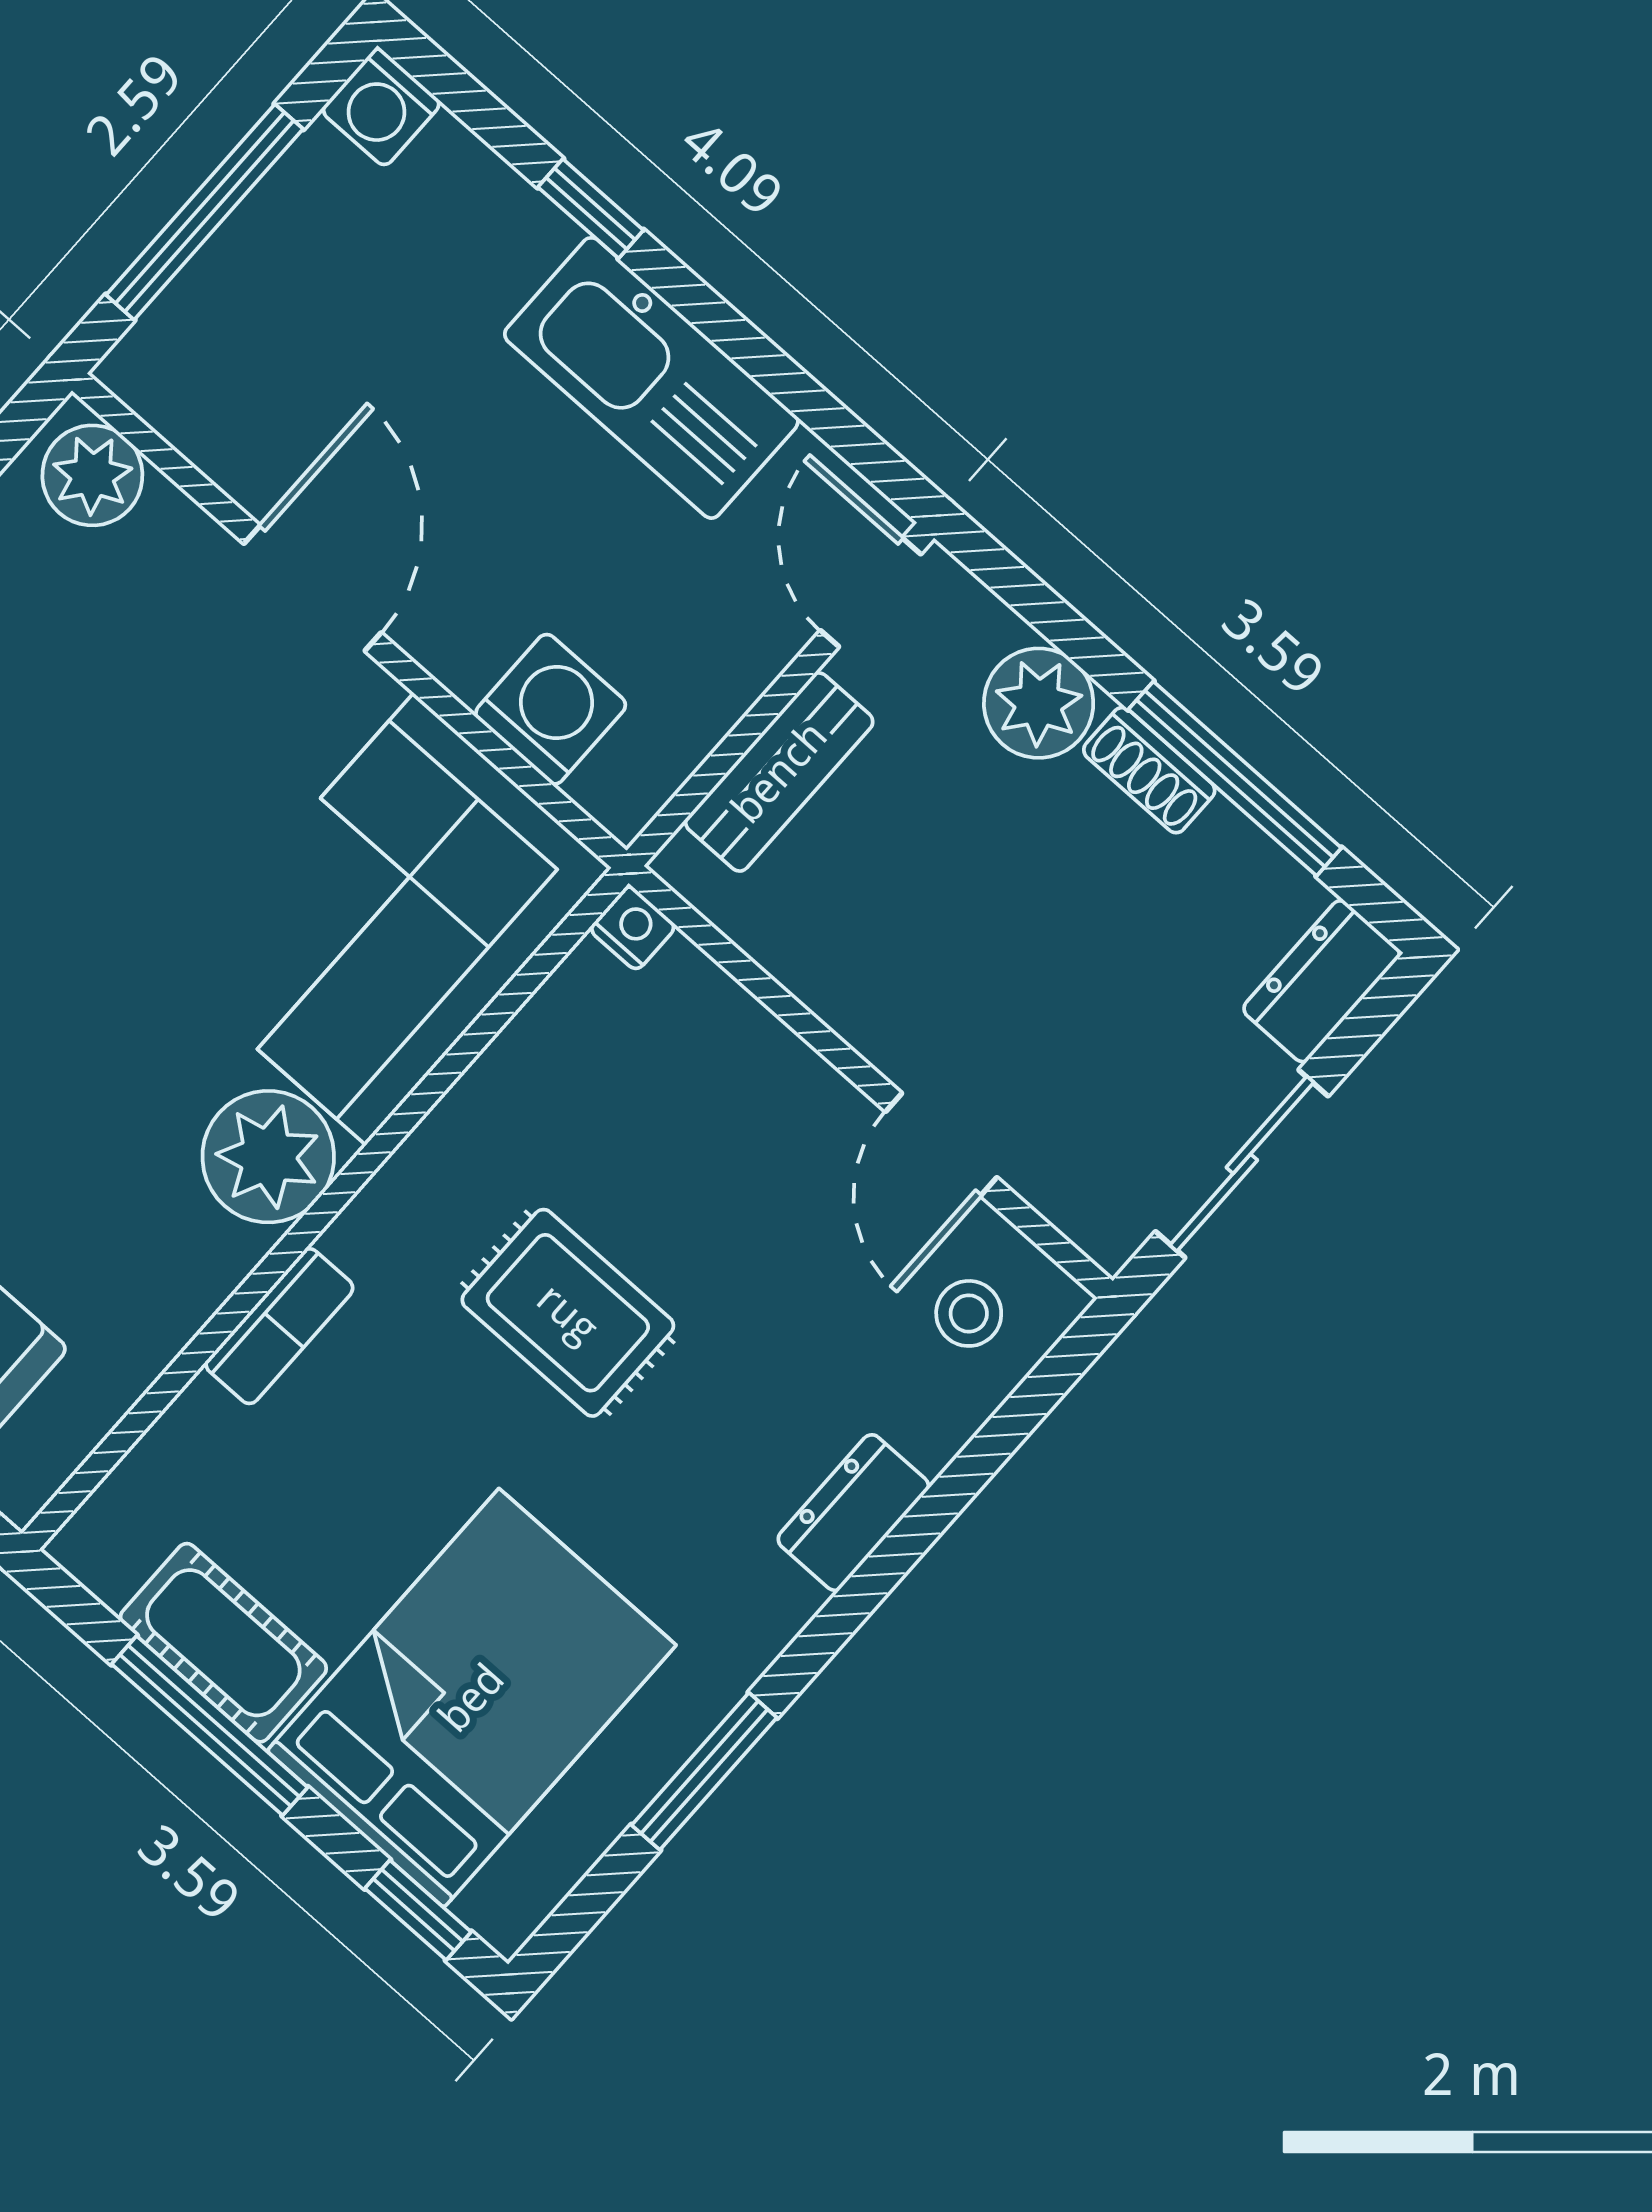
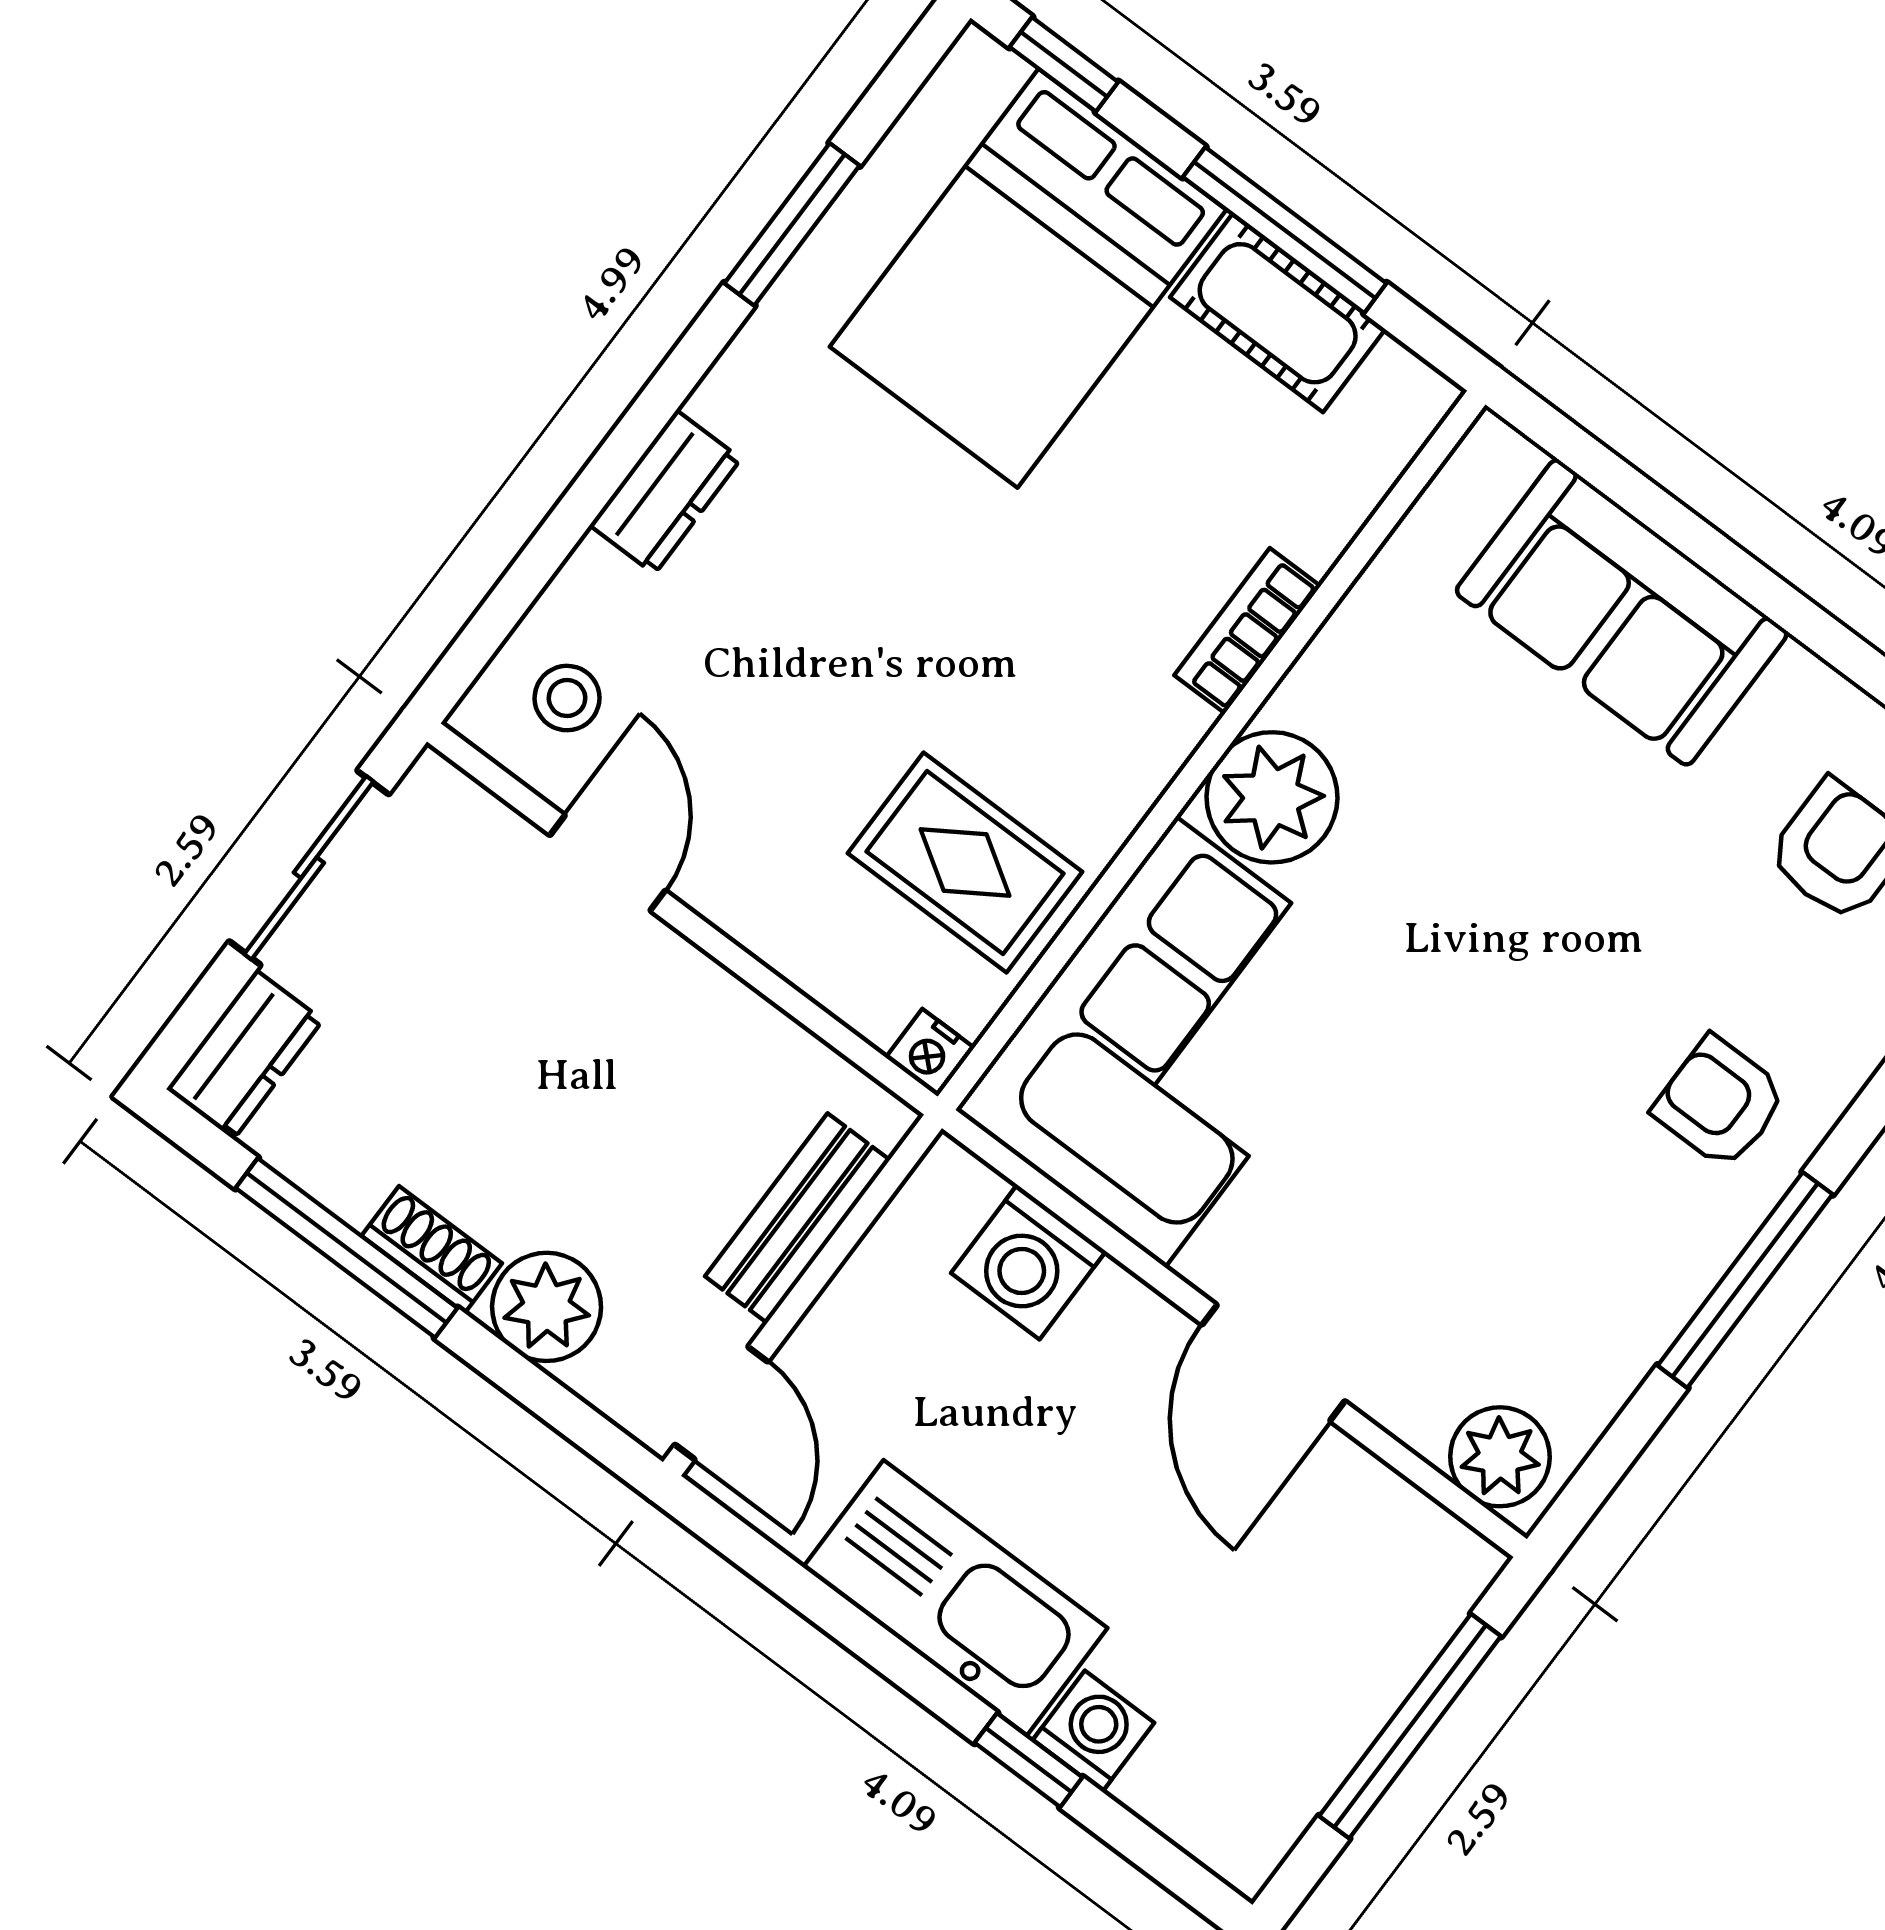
washing machine: (381, 107) -> (1094, 1731), moved
rug: (568, 1313) -> (965, 863), moved

